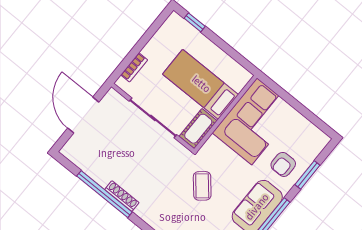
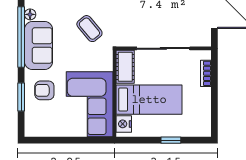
window: (195, 22) -> (171, 140), moved
nightstand: (239, 81) -> (124, 124), added
armchair: (283, 164) -> (44, 90), turned -90

